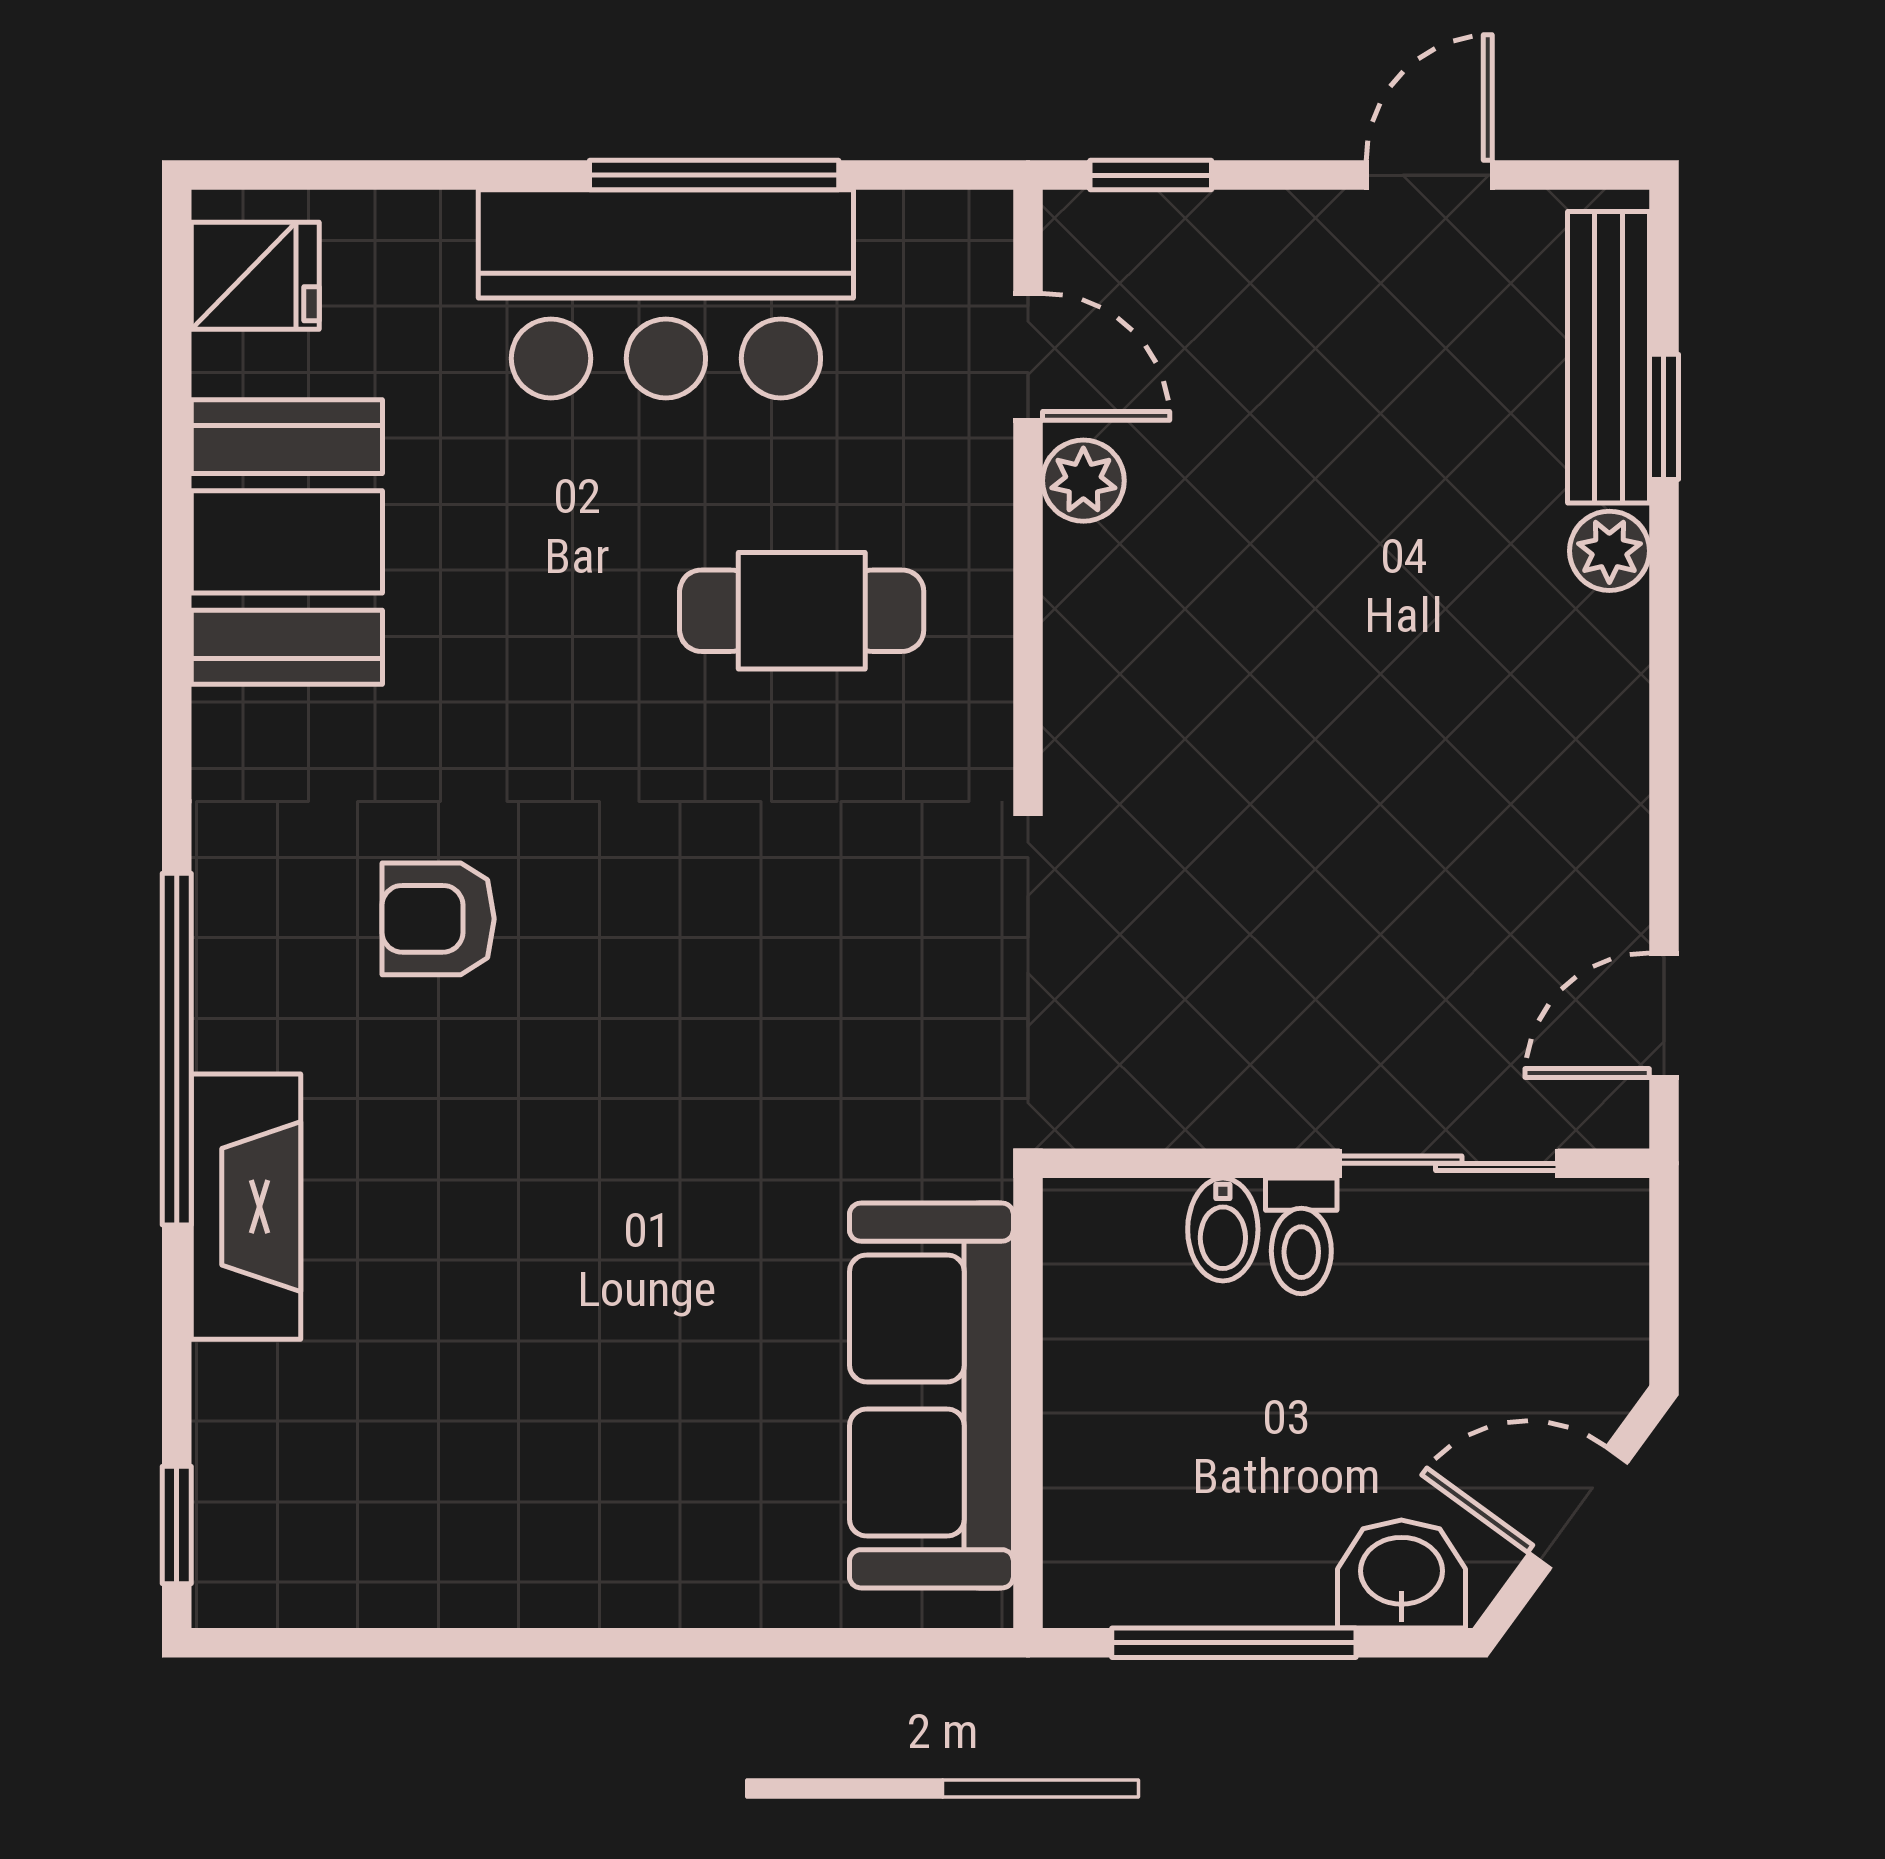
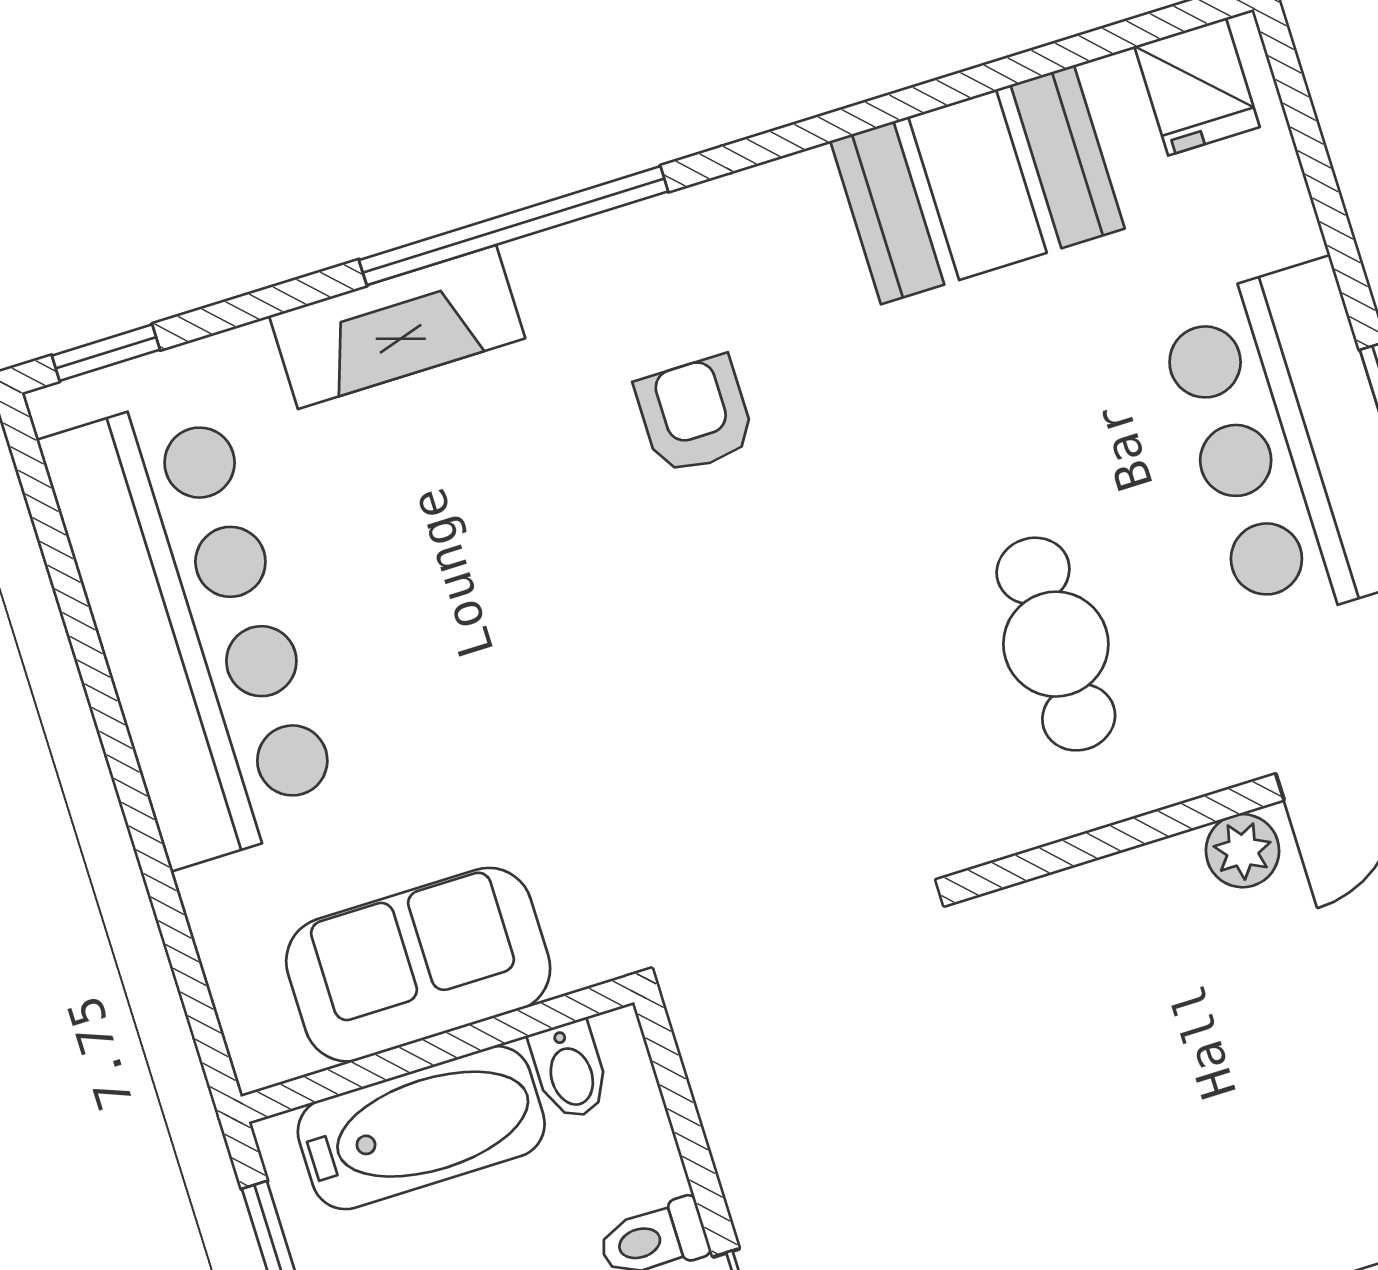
bidet: (1223, 1229) -> (570, 1070), moved, turned -90
sofa: (931, 1395) -> (418, 965), width x0.73
bathtub: (1106, 1446) -> (421, 1128), added
bar counter: (499, 1525) -> (191, 628), added

